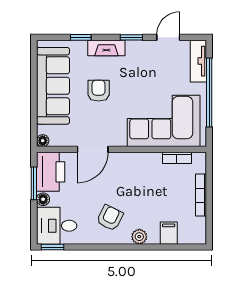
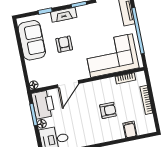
sofa: (53, 86) -> (32, 40), width x0.73
armchair: (110, 218) -> (108, 110), moved, turned 64
plant: (139, 237) -> (111, 136), removed

